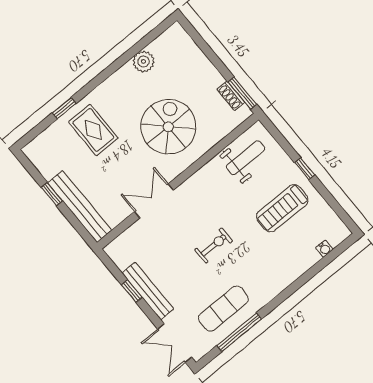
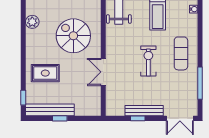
window: (64, 108) -> (23, 98), moved
bench: (80, 207) -> (50, 110), moved
exercise bike: (214, 245) -> (148, 61), width x1.38, depth x1.39
exercise mat: (223, 309) -> (181, 53), moved

